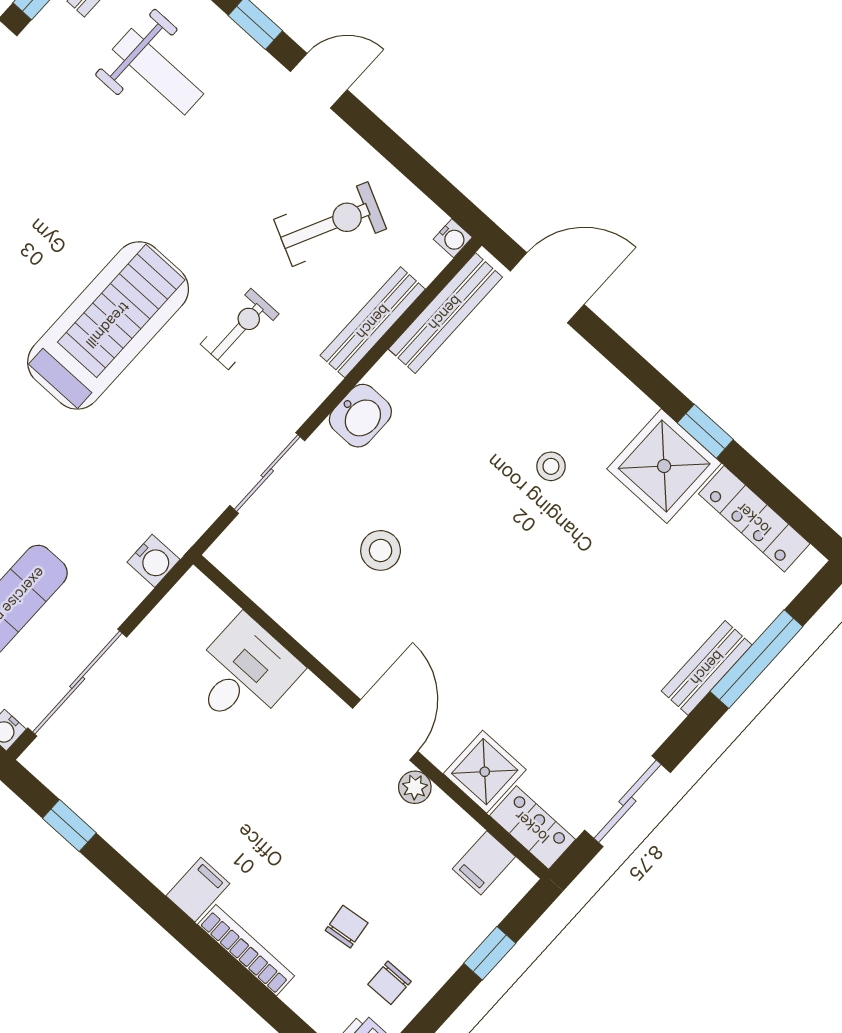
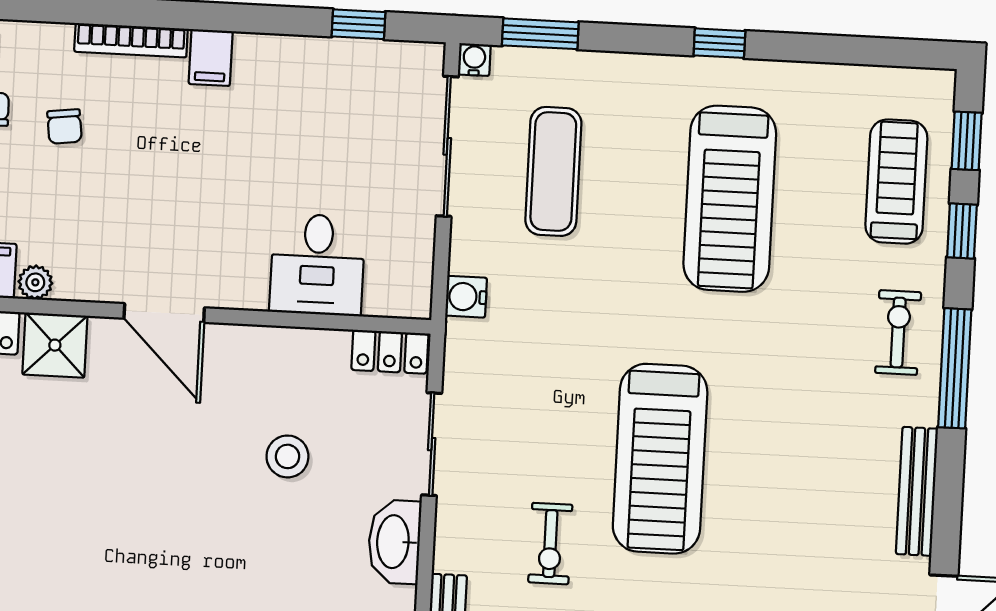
washbasin: (360, 416) -> (394, 542), width x1.38
locker: (243, 566) -> (390, 352), added
plant: (415, 787) -> (35, 282), moved

